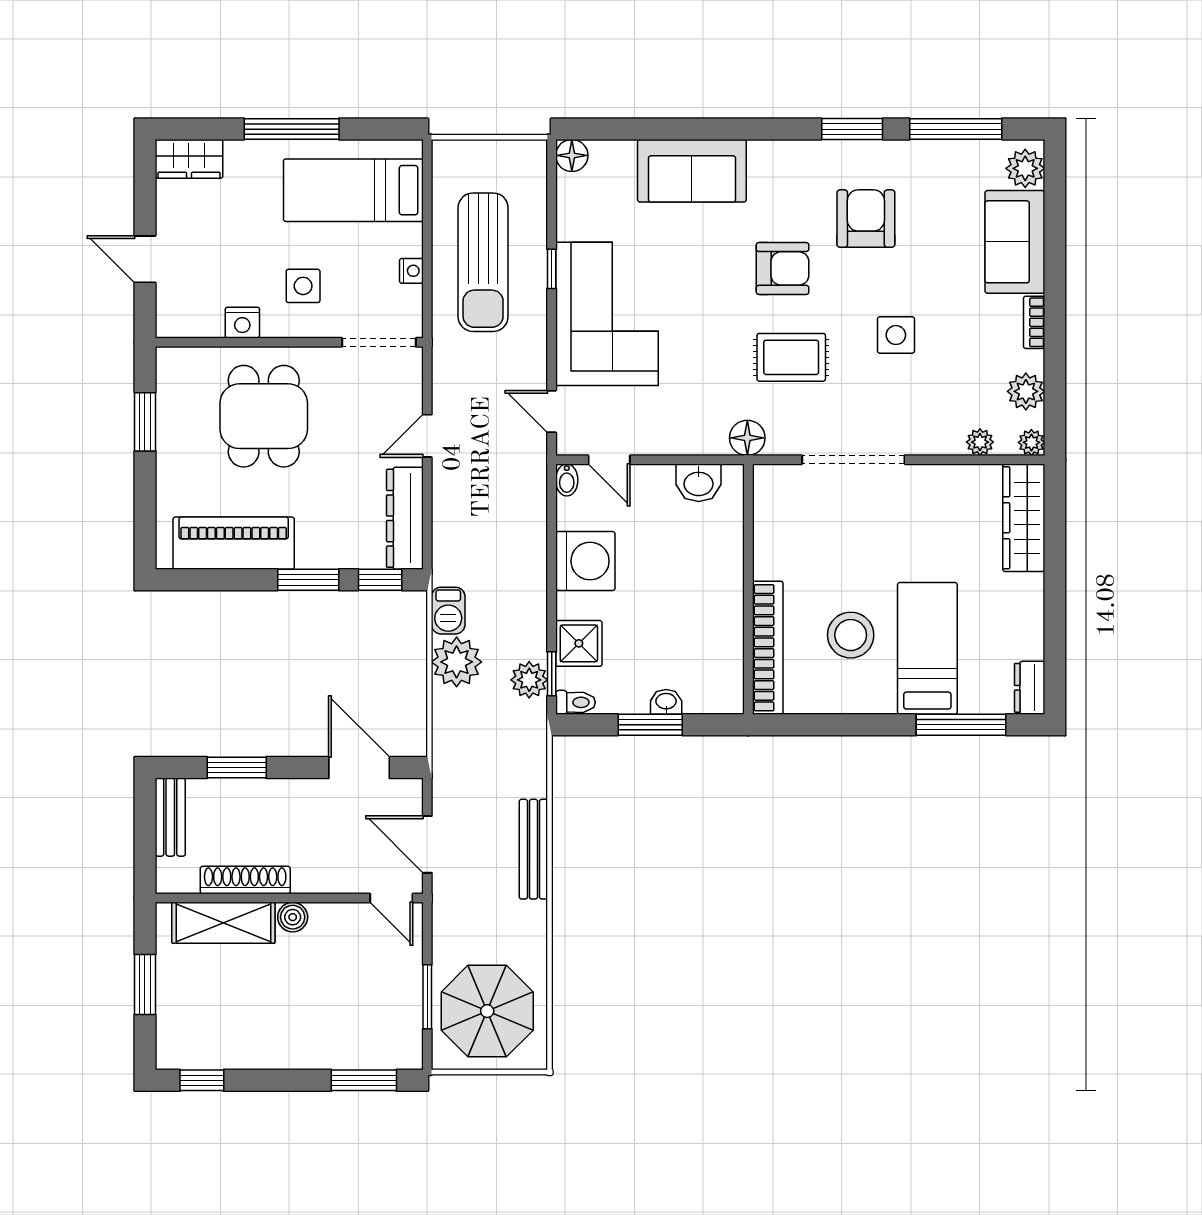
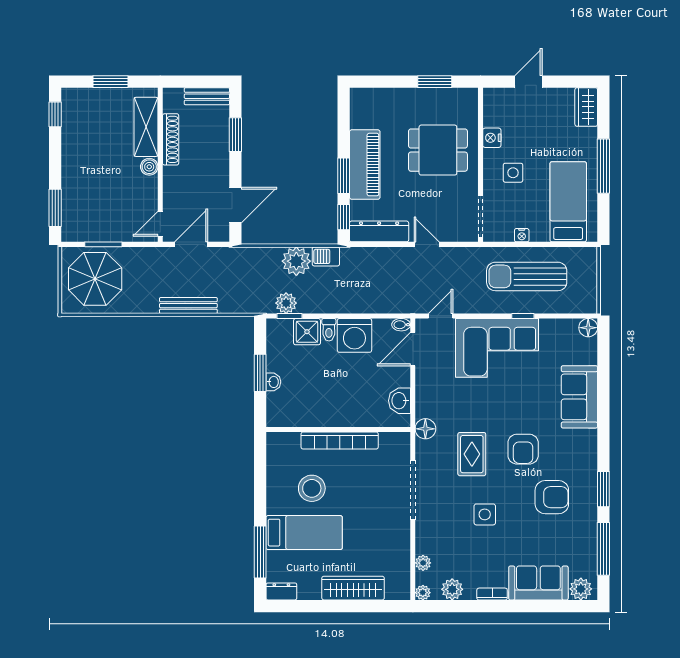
door: (609, 460) -> (413, 349), width x1.38
wardrobe: (1024, 518) -> (353, 588), moved
piano: (234, 543) -> (365, 165), moved
bookcase: (768, 648) -> (340, 441), moved
toilet: (575, 702) -> (329, 330), moved

